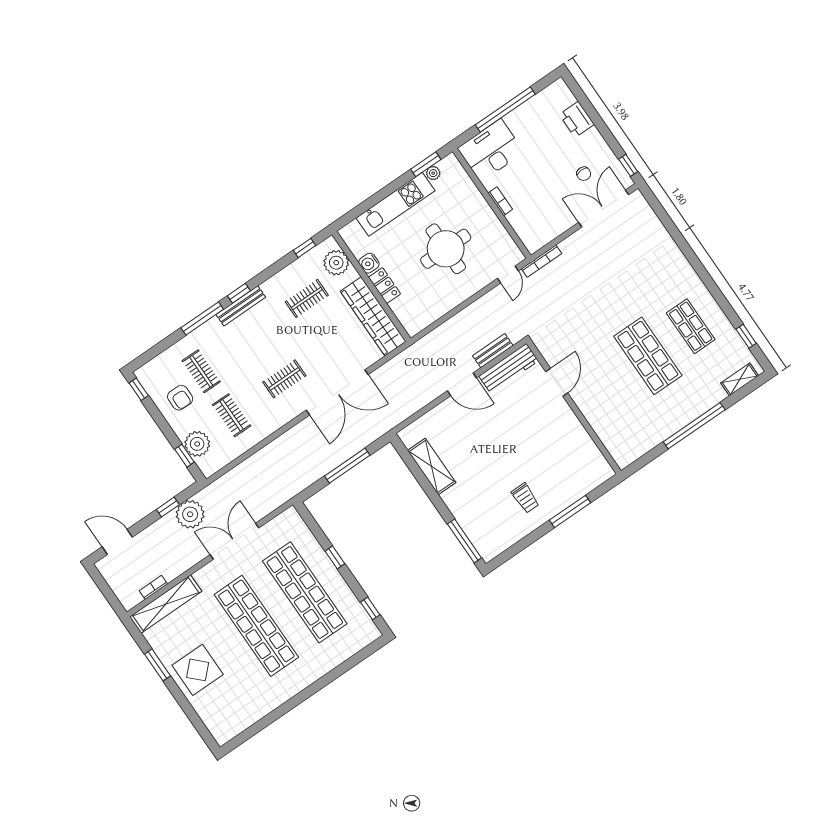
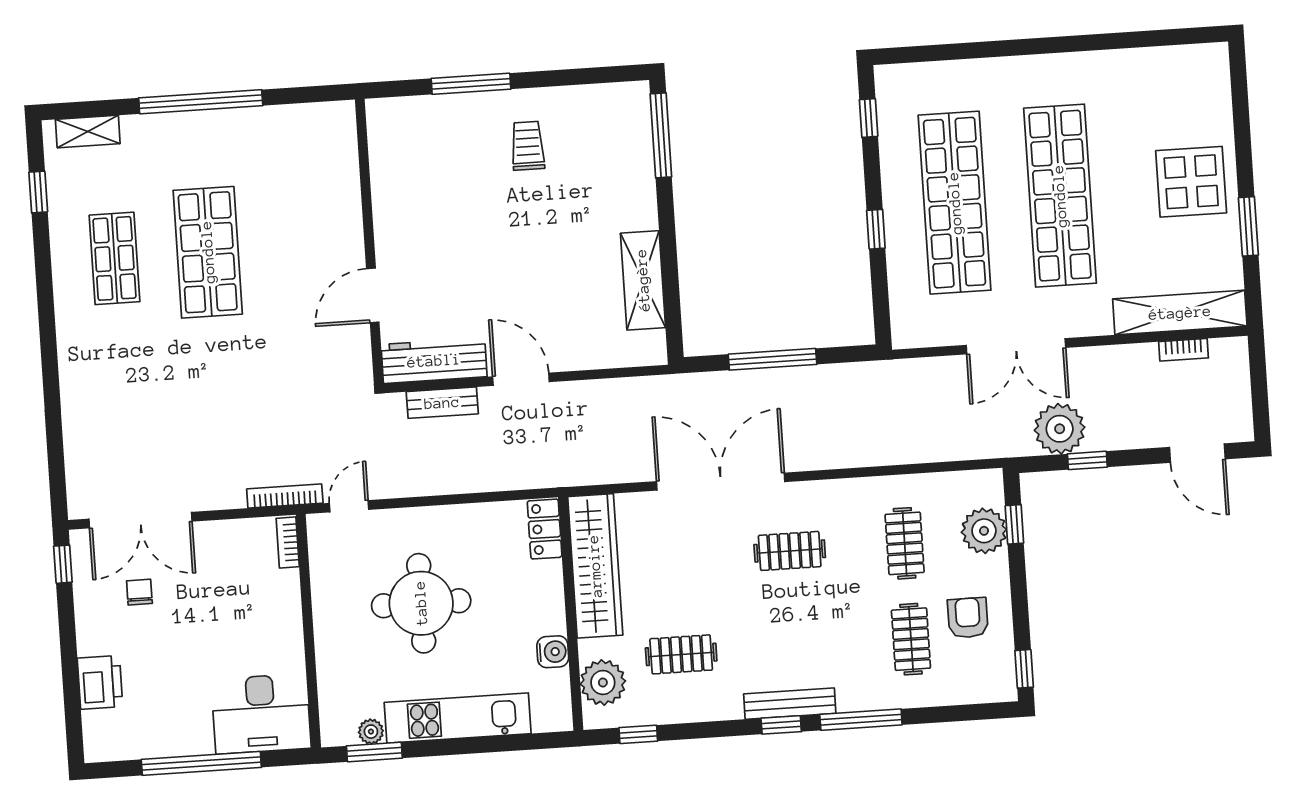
bookcase: (500, 201) -> (288, 542), moved
locker: (384, 286) -> (545, 529), moved

